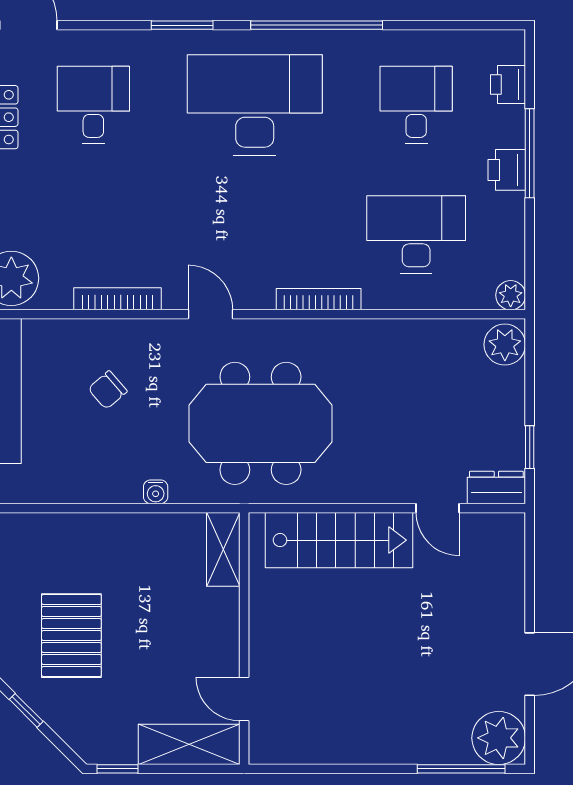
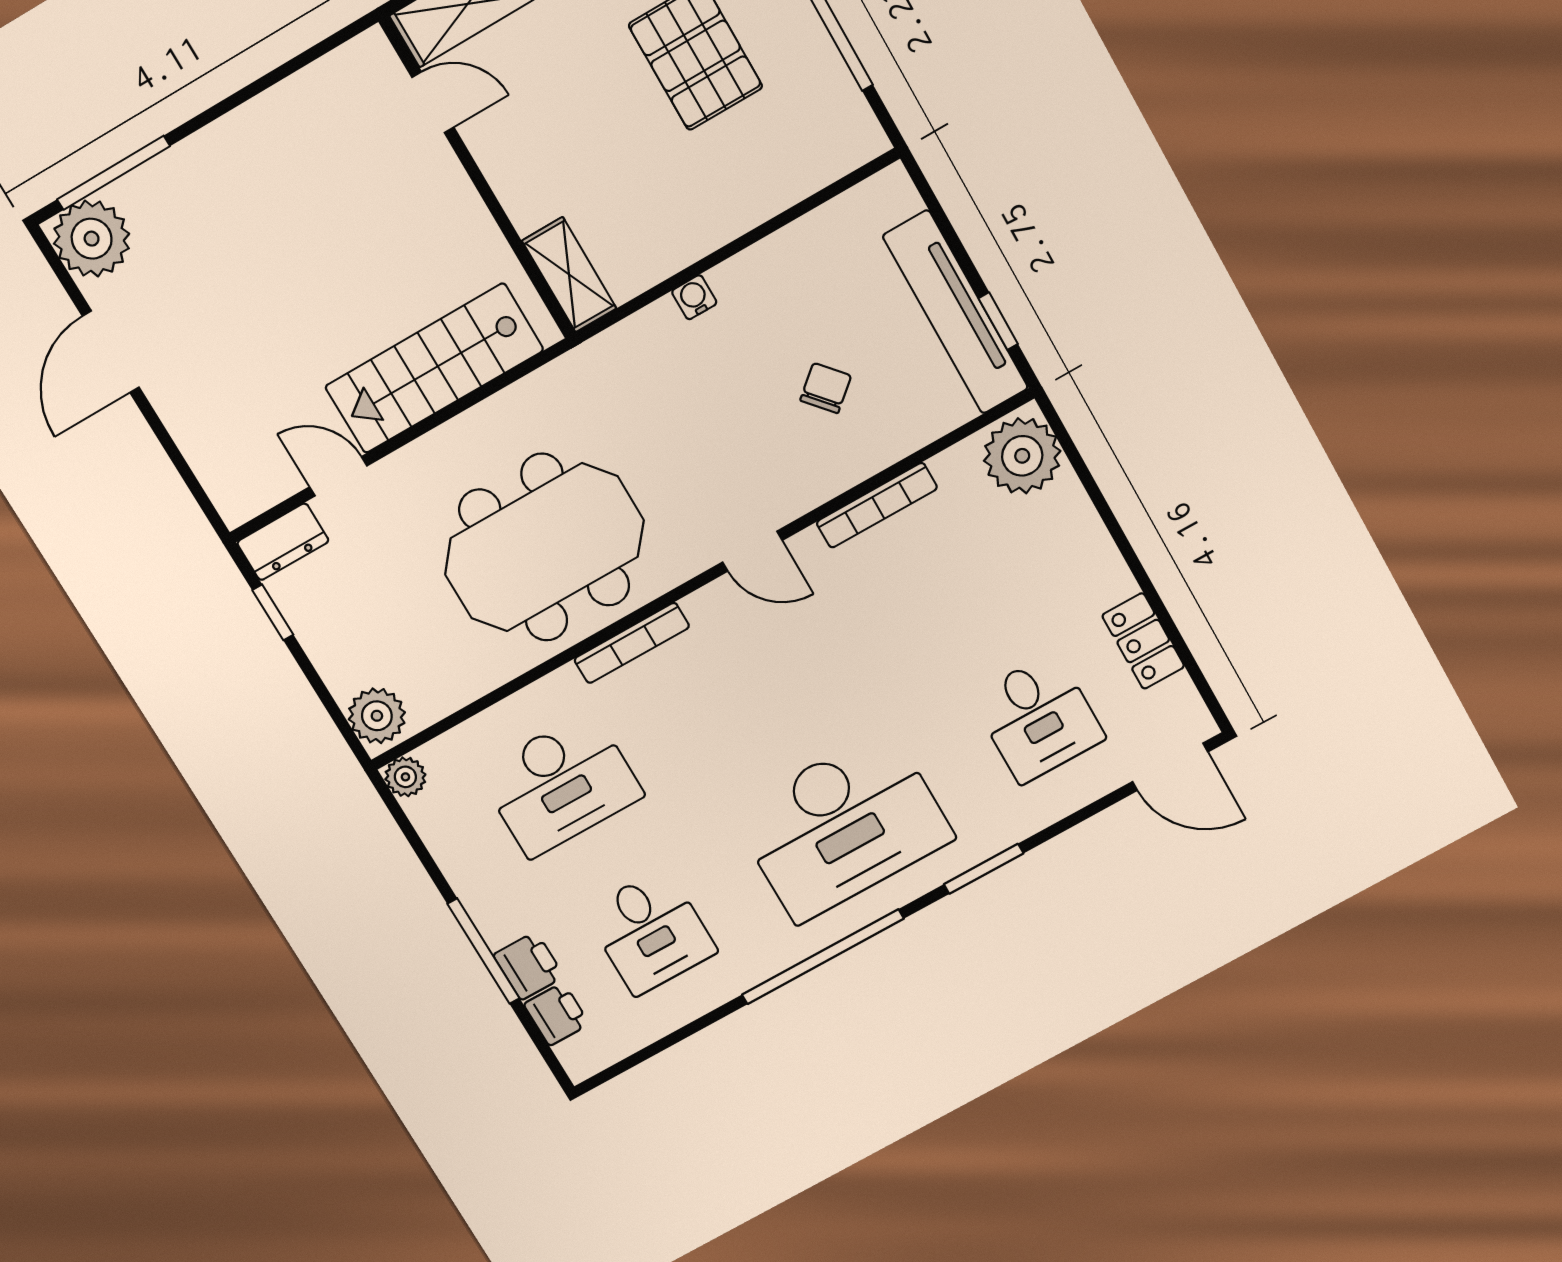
printer: (507, 170) -> (529, 966), moved
meeting table: (260, 423) -> (544, 547), moved

